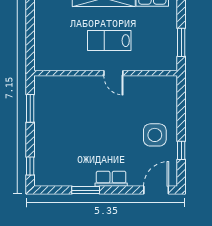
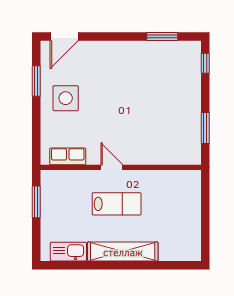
window: (181, 150) -> (36, 81), width x1.50
row of seats: (111, 179) -> (68, 156), moved, turned 180
window: (86, 190) -> (162, 37), moved

